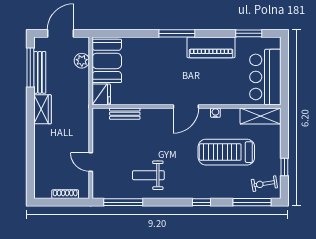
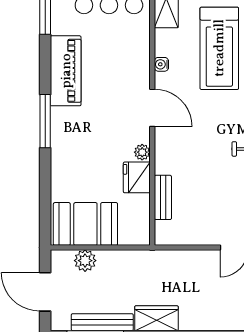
fridge: (101, 94) -> (137, 177), moved, turned -90
plant: (156, 100) -> (142, 152), added

